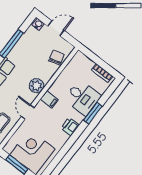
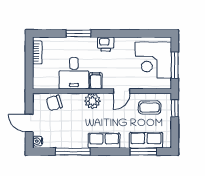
desk: (83, 98) -> (74, 73), moved, turned 180

